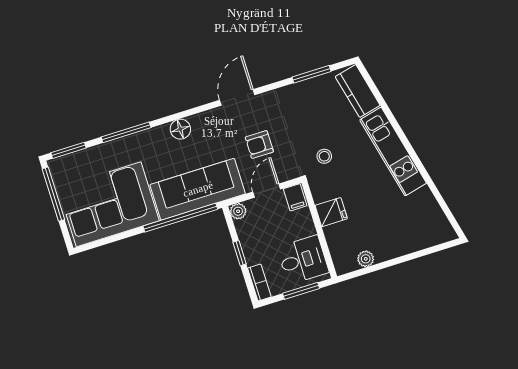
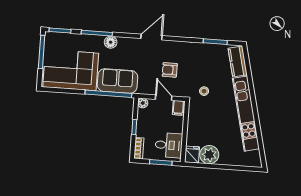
door: (237, 97) -> (151, 37), moved
floor lamp: (180, 129) -> (111, 42), moved
kitchen unit: (393, 152) -> (246, 114), width x1.36
sofa: (198, 189) -> (117, 81), width x0.73
door: (267, 191) -> (164, 98), hinge flipped
fridge: (331, 212) -> (192, 154), moved, turned -90
plant: (366, 259) -> (209, 155), width x1.87, depth x1.87

